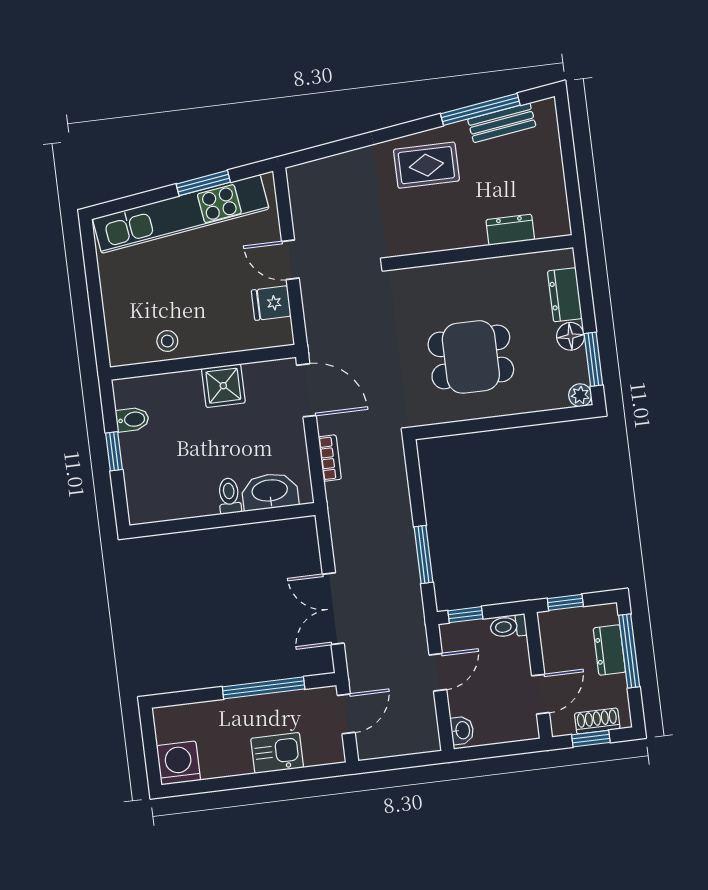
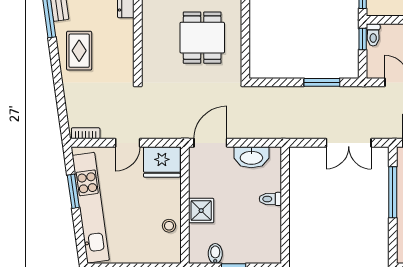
fridge: (271, 303) -> (162, 162), width x1.88, depth x1.34
shower: (223, 386) -> (201, 211), moved
bookcase: (330, 458) -> (86, 133), moved
washbasin: (270, 491) -> (251, 157), moved, turned -90
window: (465, 615) -> (363, 39), moved

